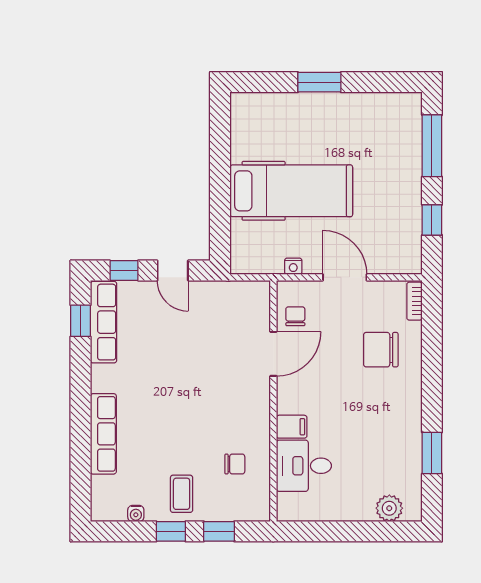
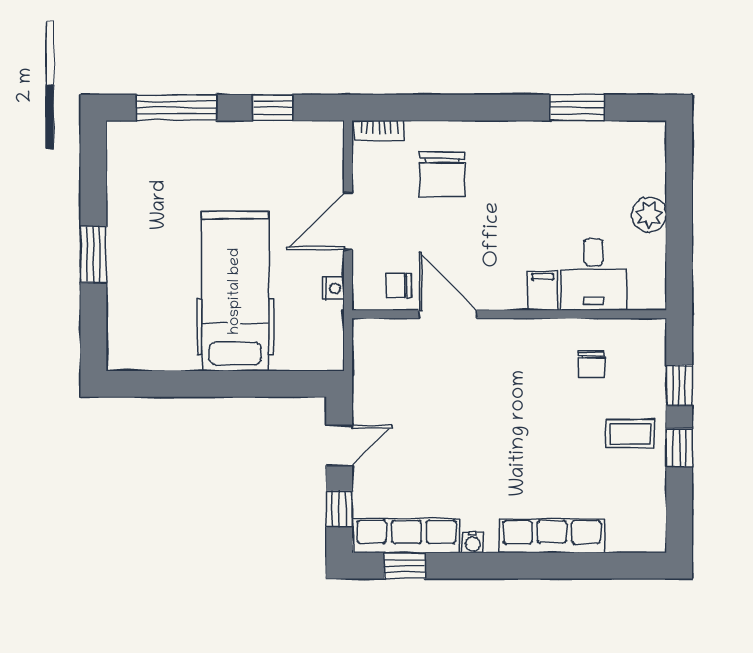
chair: (235, 464) -> (591, 365), turned 180
plant: (389, 508) -> (649, 215), moved
water cooler: (136, 513) -> (473, 542), moved, turned 90

